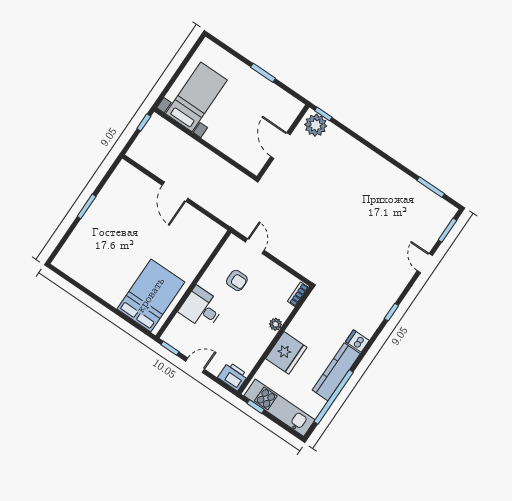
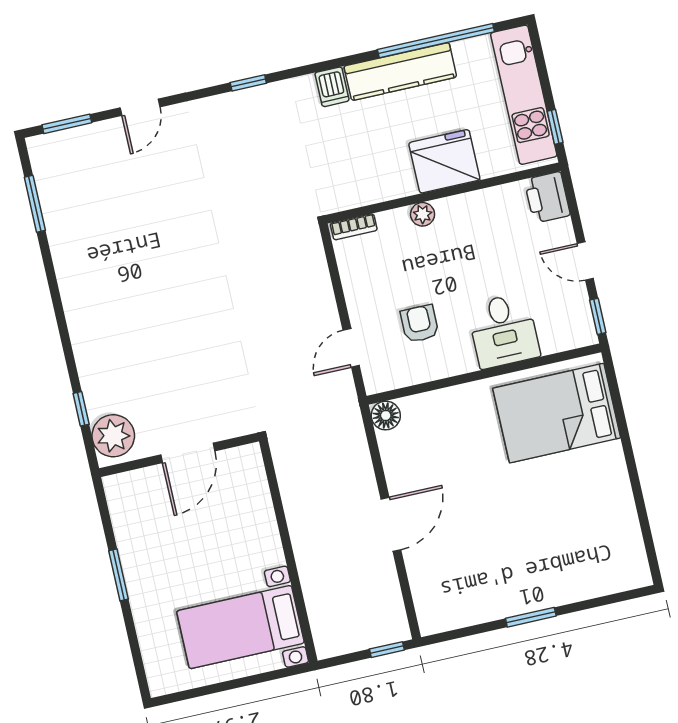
window: (323, 114) -> (81, 409), moved
window: (144, 122) -> (387, 650), moved
floor lamp: (217, 232) -> (386, 416), added

